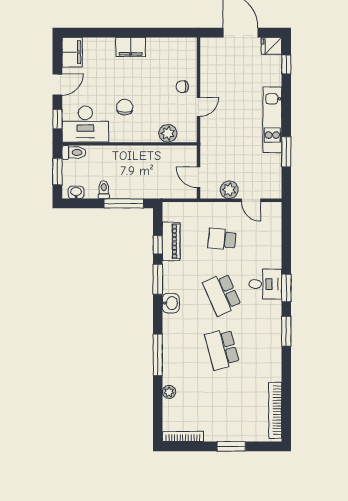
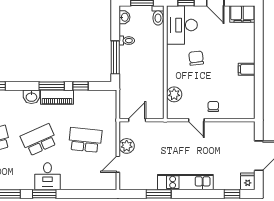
filing cabinet: (131, 47) -> (247, 69), width x0.50
chair: (125, 107) -> (196, 58), turned -97
school desk: (222, 239) -> (85, 140), width x1.85
piano: (171, 241) -> (57, 97), moved

